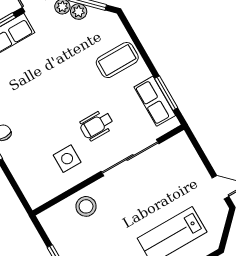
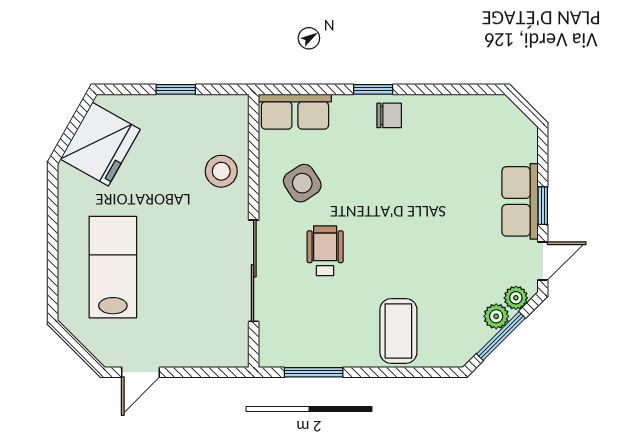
row of seats: (155, 101) -> (295, 112), moved, turned 180
side table: (67, 159) -> (302, 183), turned -33

